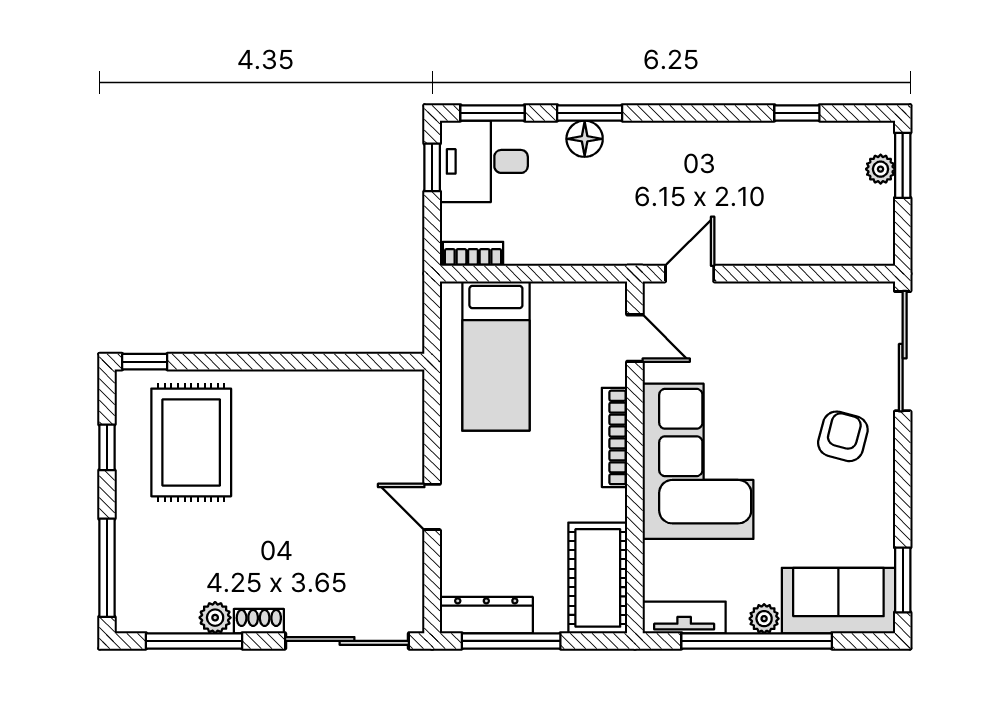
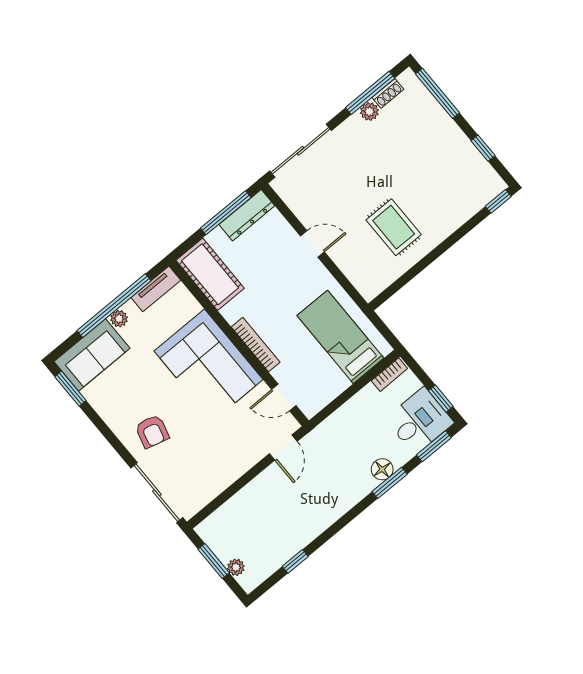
window: (903, 165) -> (214, 561), moved
rug: (191, 442) -> (394, 227), moved, width x0.73, depth x0.70
shoe rack: (259, 621) -> (388, 93), moved

